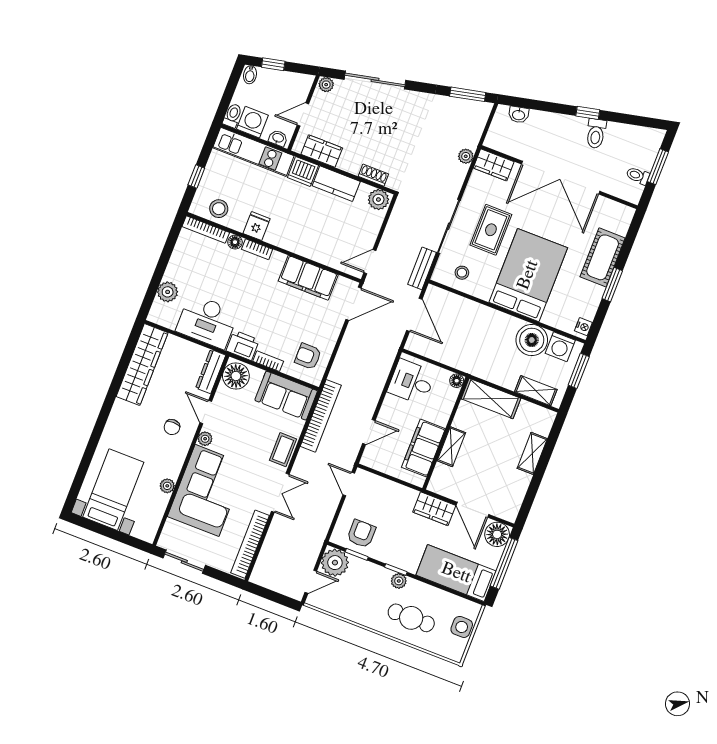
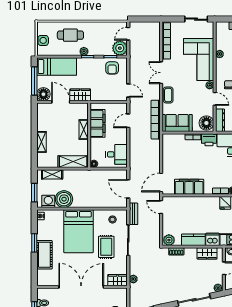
door: (370, 262) -> (161, 207), swing flipped
armchair: (308, 356) -> (174, 147), removed

